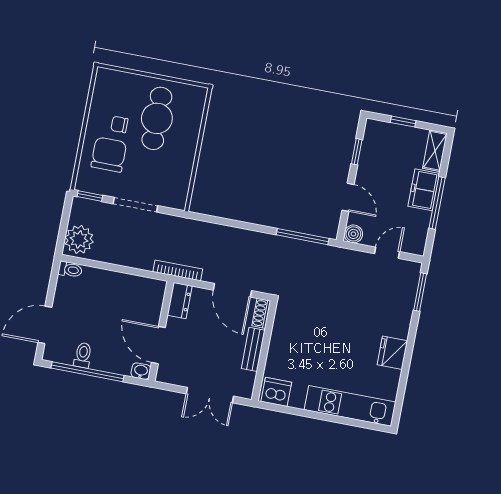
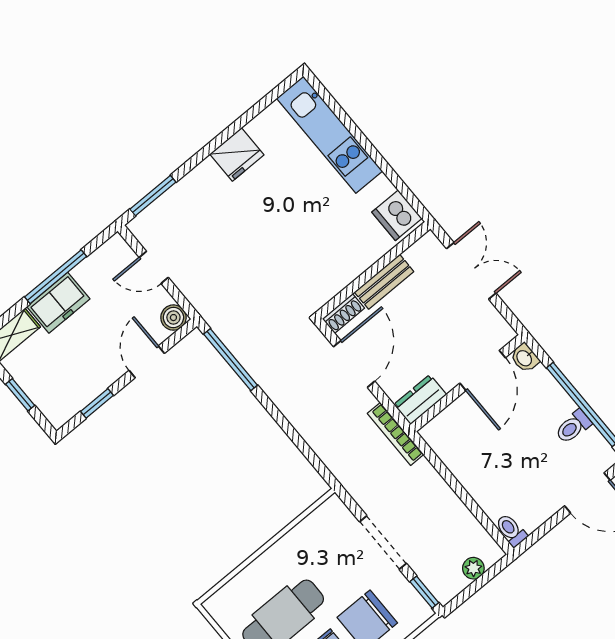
plant: (79, 239) -> (473, 568), width x0.53, depth x0.53

